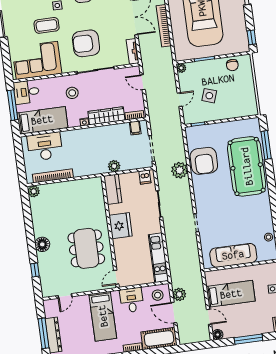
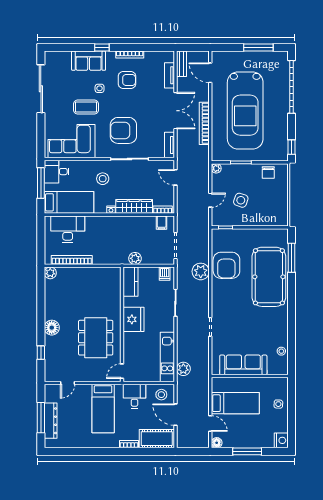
plant: (179, 294) -> (183, 369), moved

